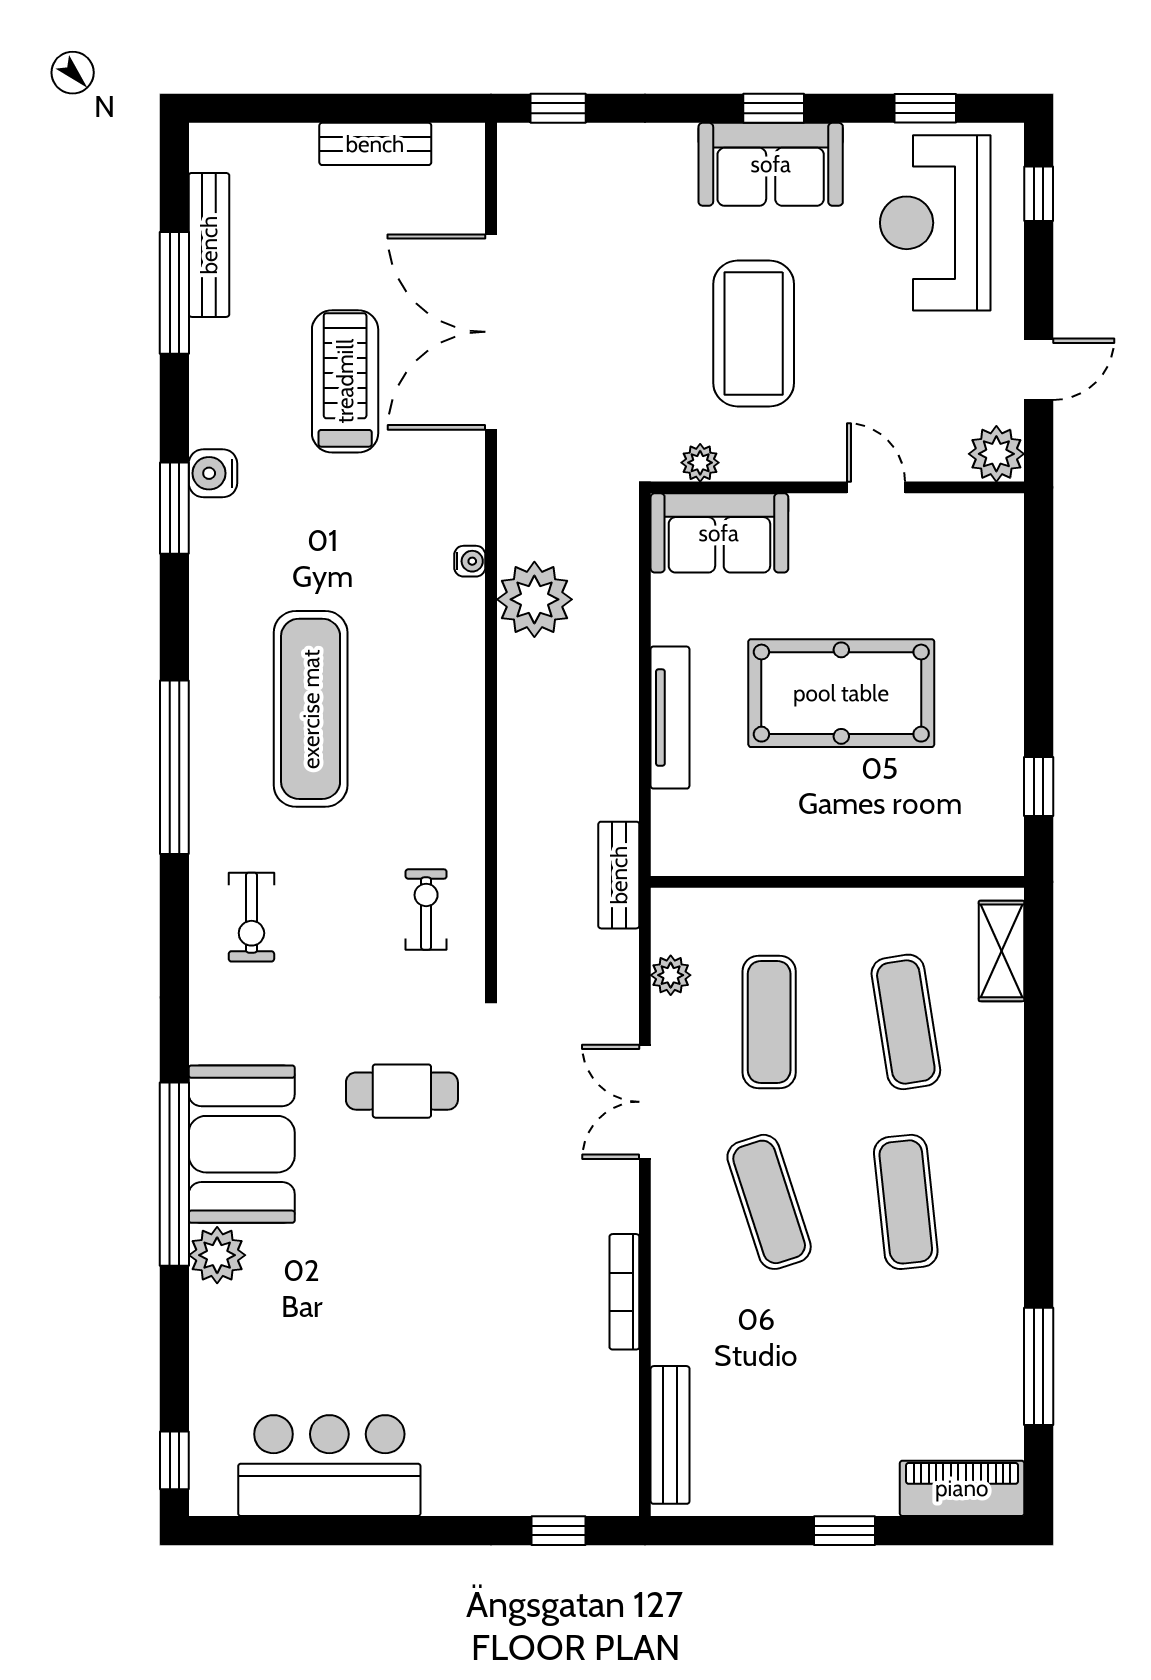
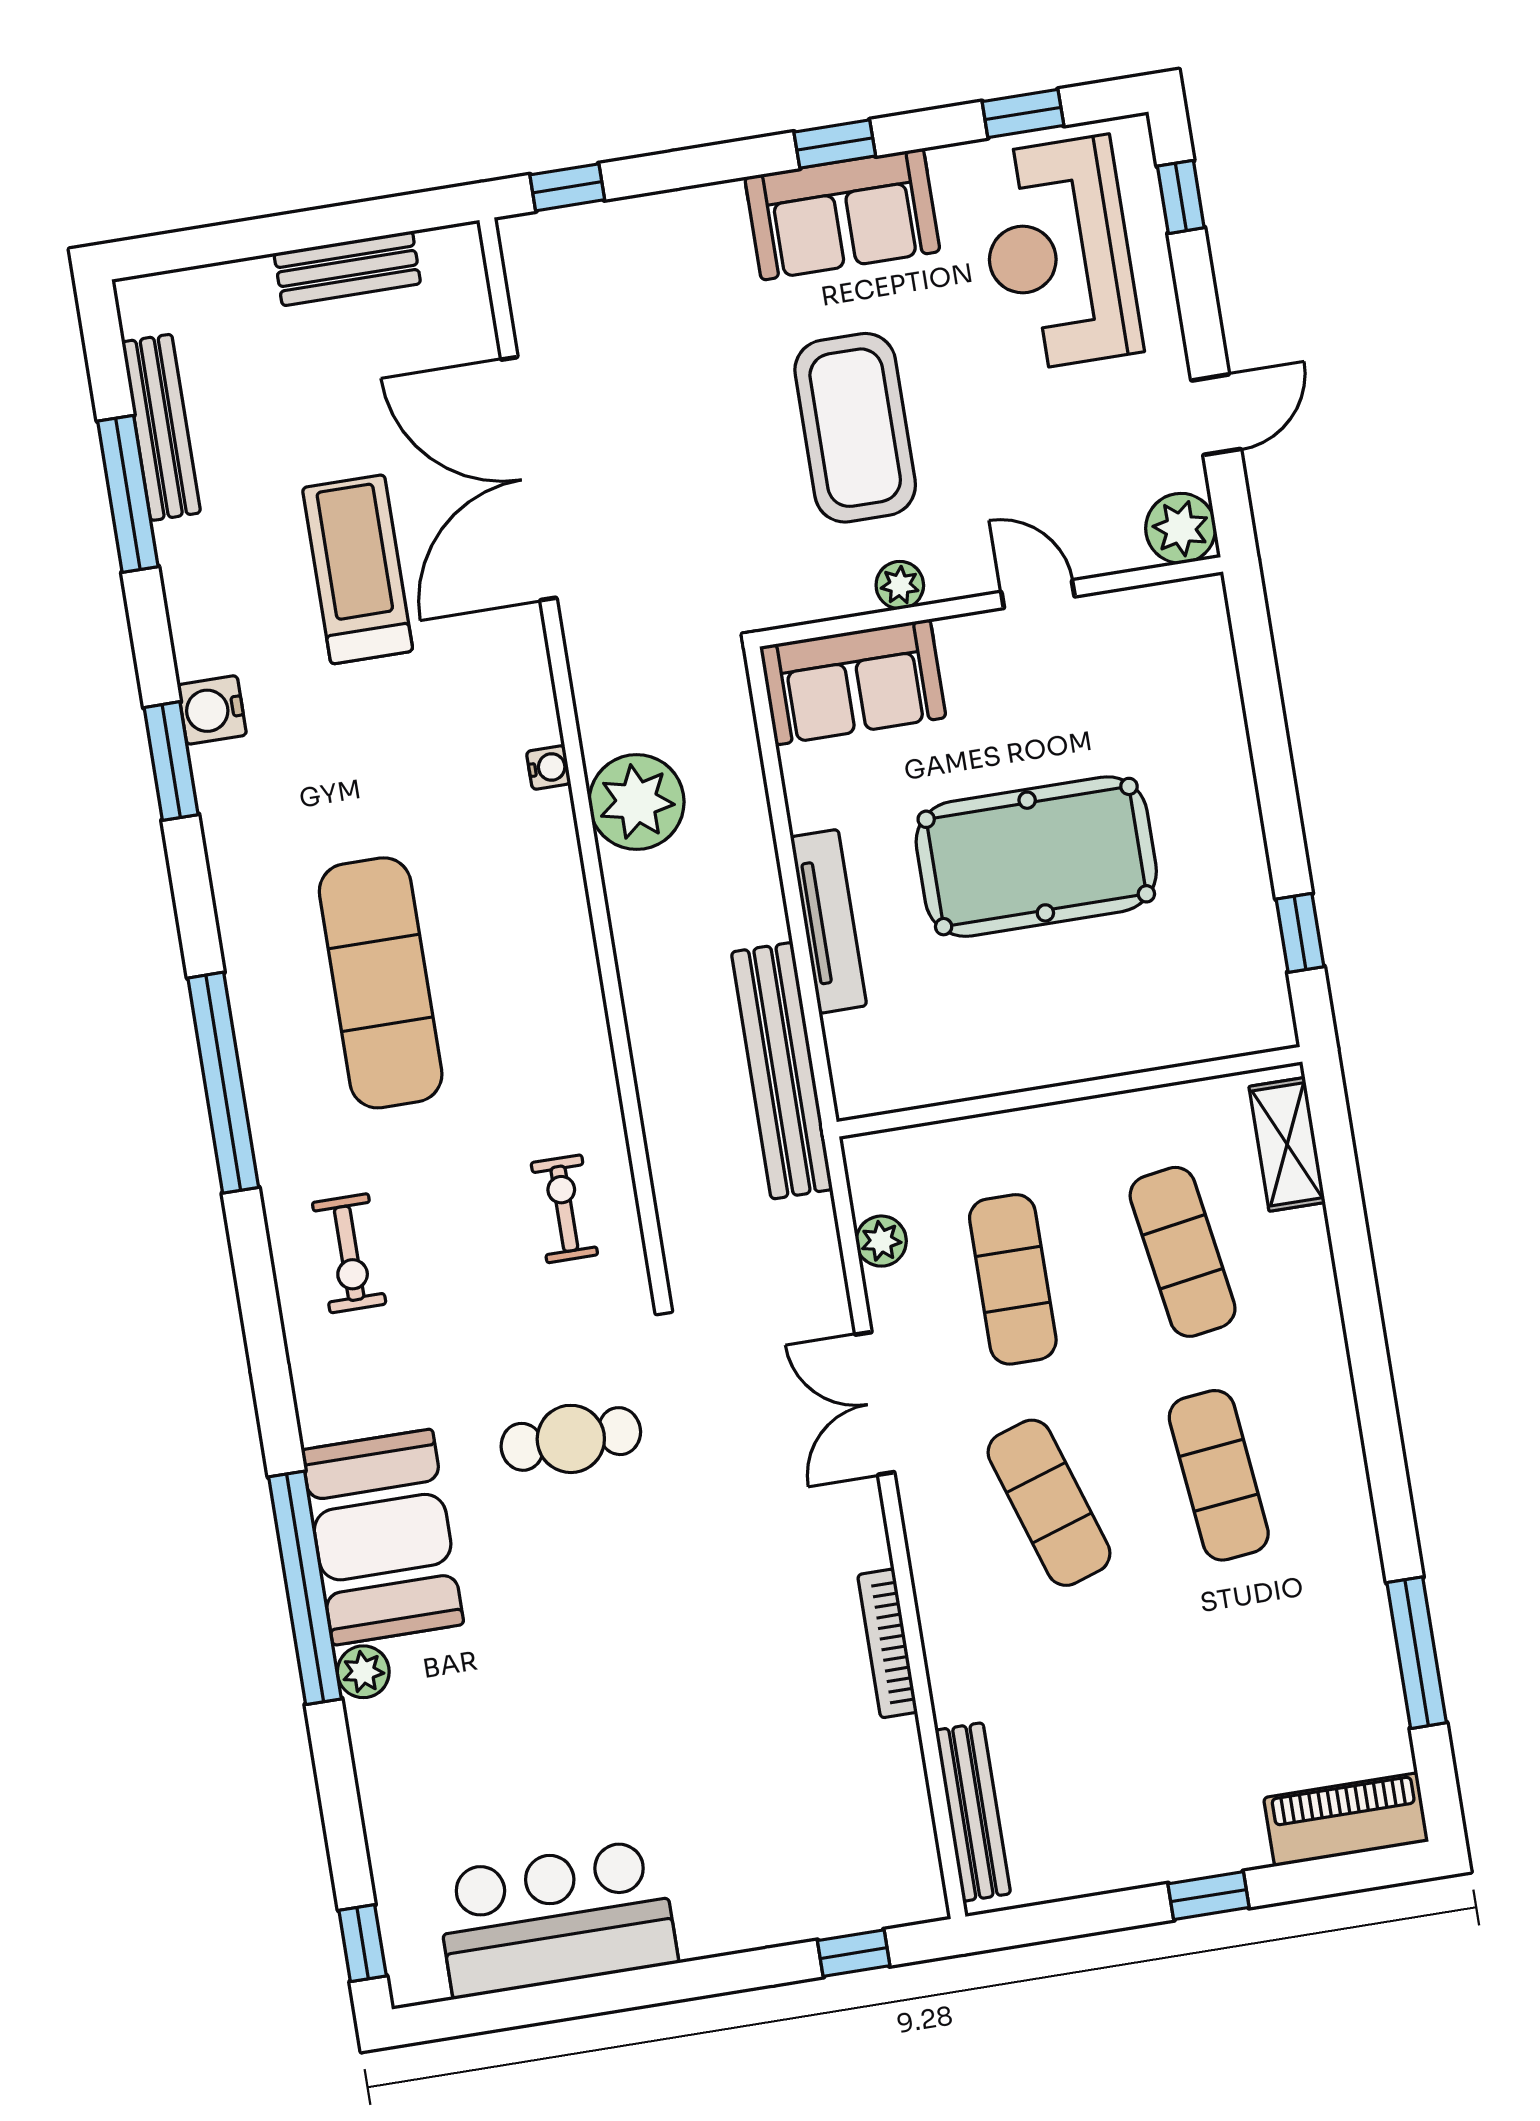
plant: (700, 463) -> (900, 585), moved
bench: (619, 875) -> (782, 1071), width x1.86, depth x1.21
plant: (217, 1255) -> (363, 1672), width x0.73, depth x0.73

